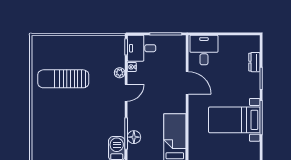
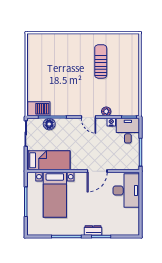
desk: (204, 50) -> (126, 191), width x1.37
dresser: (254, 62) -> (93, 231), moved
sun lounger: (63, 79) -> (101, 61), width x0.73, depth x0.75
bed with nightstands: (234, 120) -> (55, 195), moved, turned 180

